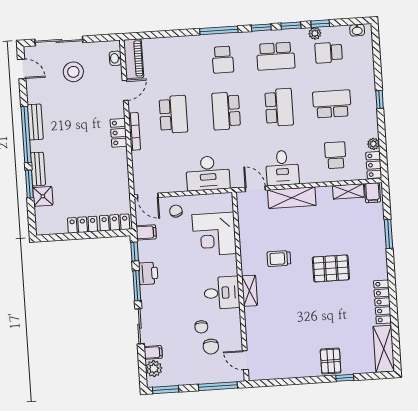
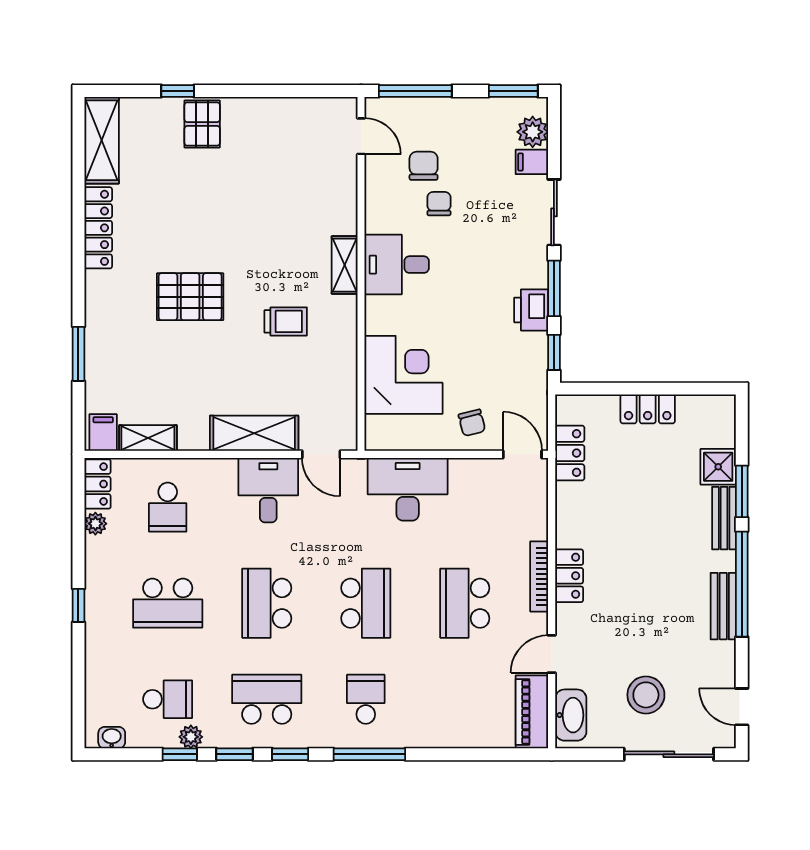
washbasin: (115, 58) -> (571, 715), width x1.91, depth x1.45
locker: (115, 223) -> (570, 453), moved, turned -90
filing cabinet: (146, 232) -> (530, 387), removed

